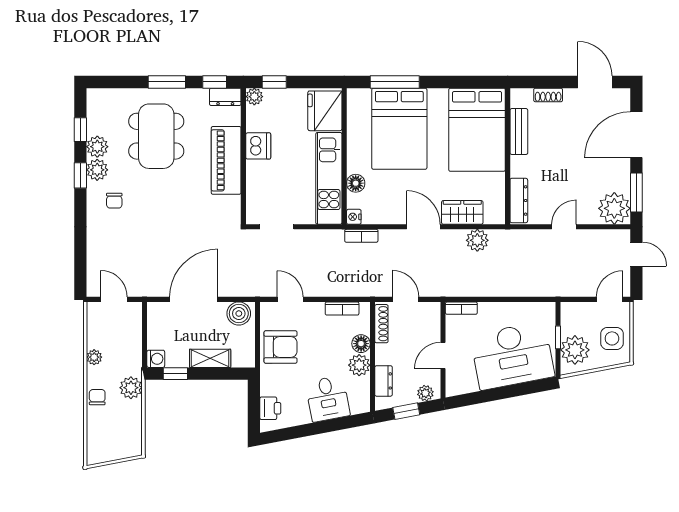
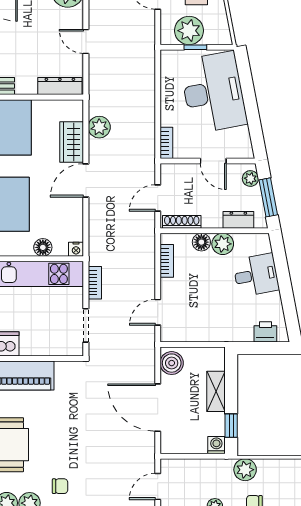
bookcase: (361, 236) -> (95, 283), moved
armchair: (281, 347) -> (205, 322), removed
plant: (575, 350) -> (189, 31), moved
window: (406, 411) -> (268, 197), width x1.50

